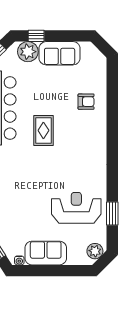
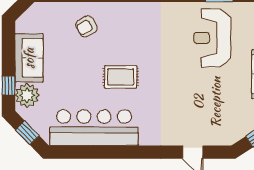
armchair: (86, 102) -> (86, 26), turned -119

